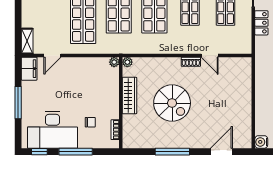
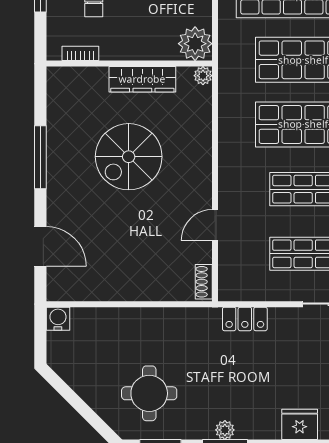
locker: (261, 23) -> (245, 319), moved
plant: (114, 62) -> (195, 44), width x1.88, depth x1.88
shoe rack: (191, 62) -> (204, 282), moved

